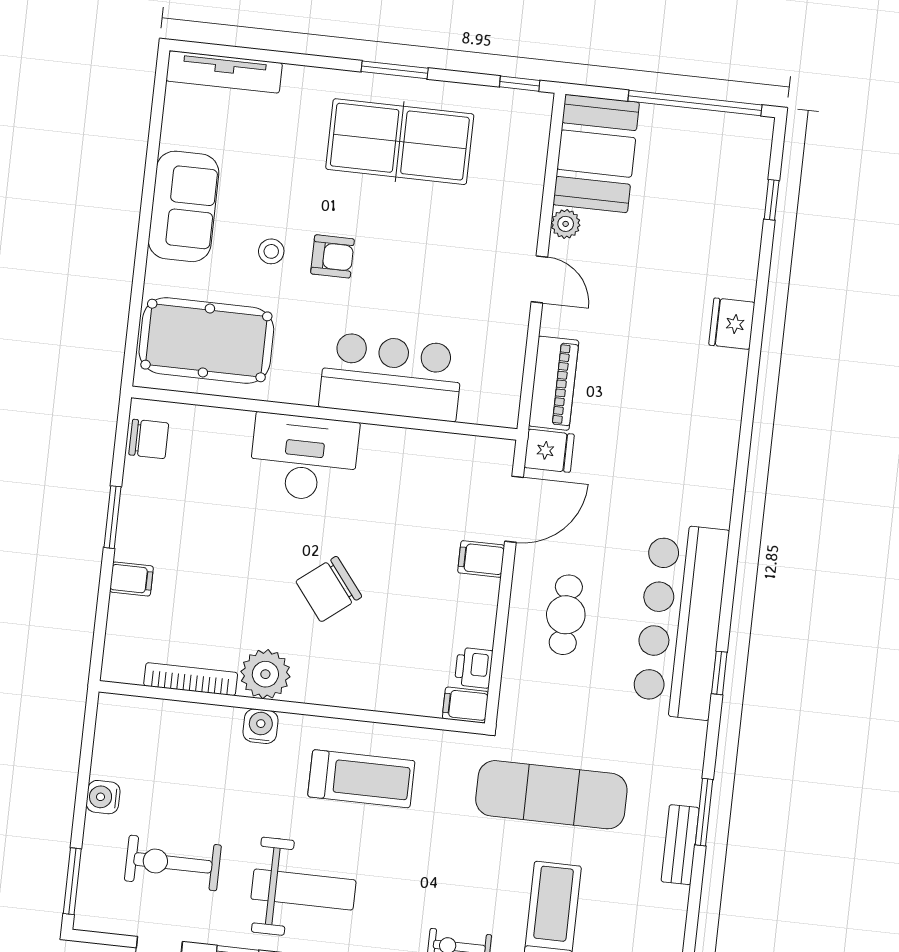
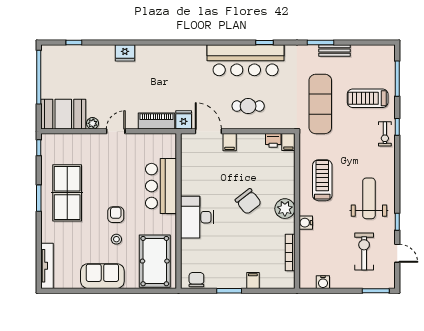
plant: (265, 674) -> (285, 209), moved
water cooler: (103, 797) -> (323, 282), moved
exercise bike: (173, 863) -> (364, 251), turned 180

